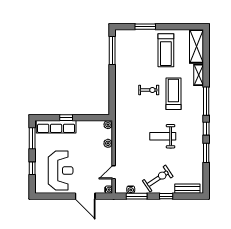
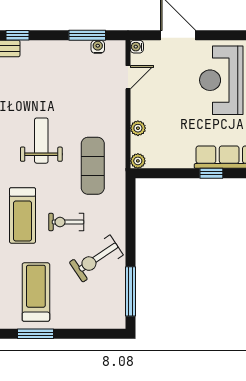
window: (145, 27) -> (35, 334), moved
exercise mat: (134, 122) -> (93, 166), added
weight bench: (163, 136) -> (41, 141), turned -90
exercise bike: (158, 179) -> (96, 259), moved
window: (166, 196) -> (17, 35), moved

